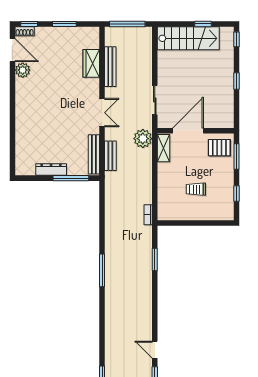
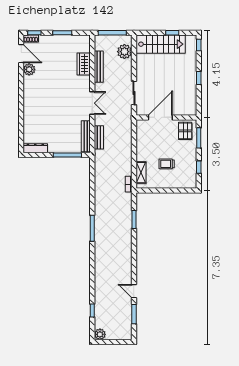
plant: (143, 139) -> (124, 52), moved
shelving: (164, 148) -> (141, 173), moved
pallet: (219, 148) -> (185, 131), turned 90
dresser: (51, 170) -> (35, 148), moved

